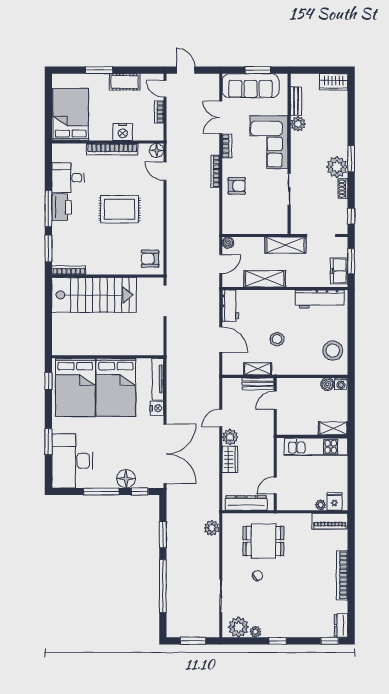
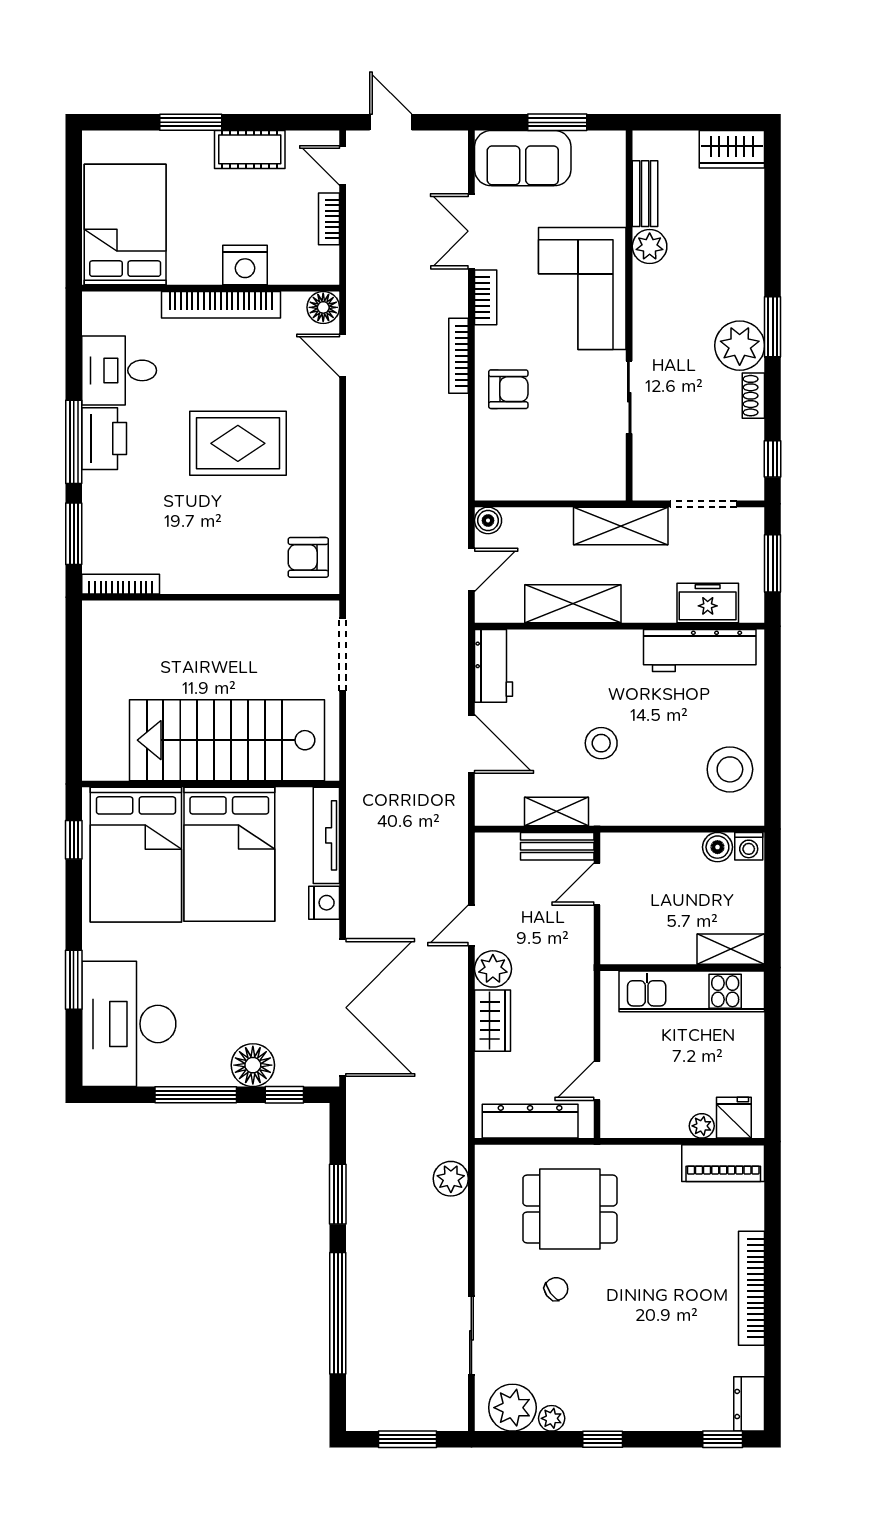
sofa: (251, 86) -> (523, 158), width x0.73
freezer: (339, 271) -> (708, 603), moved, turned 90
stairs: (94, 295) -> (227, 740), moved, turned 180

